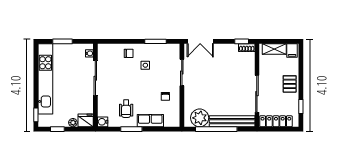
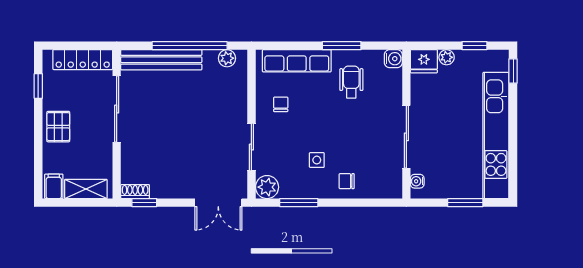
double door: (200, 41) -> (218, 203), swing flipped
plant: (173, 50) -> (267, 187), added
plant: (200, 118) -> (227, 58), width x0.53, depth x0.53
row of seats: (150, 121) -> (297, 61), width x1.48

